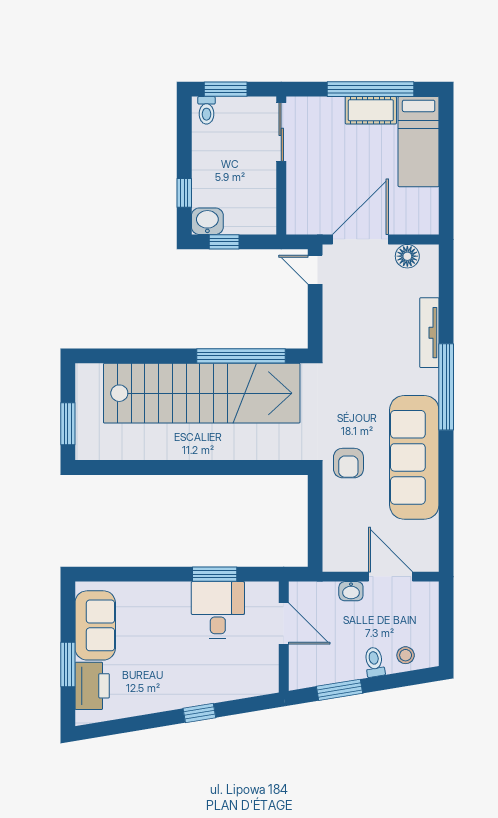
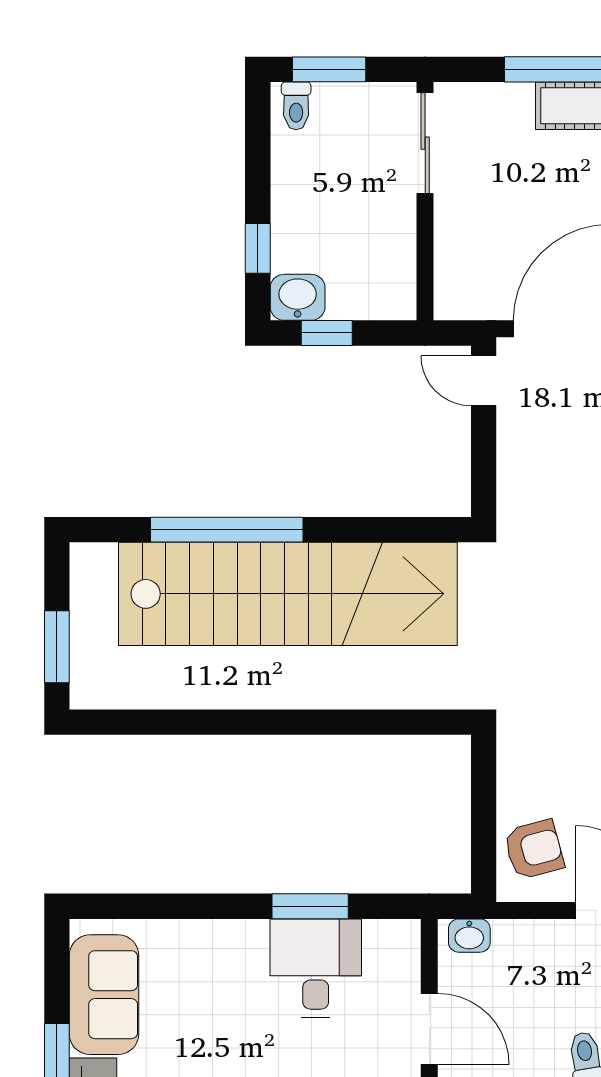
window: (241, 356) -> (227, 530), moved
armchair: (348, 463) -> (534, 850), moved, turned -105
washbasin: (351, 591) -> (469, 936), moved
door: (284, 624) -> (429, 1029), moved

